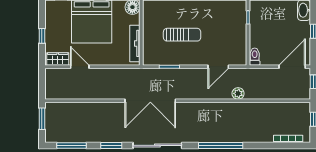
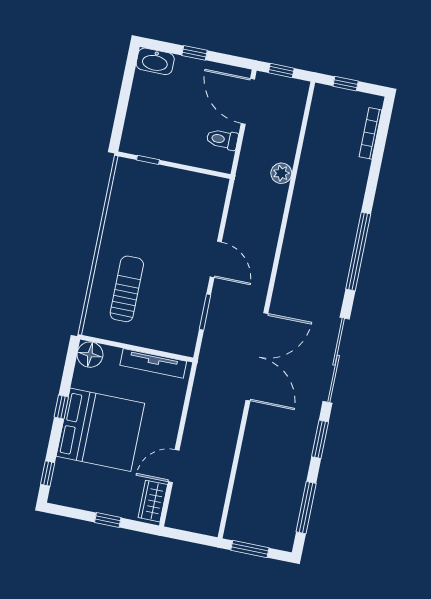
sun lounger: (182, 35) -> (127, 289), moved
toilet: (255, 57) -> (222, 139), moved
door: (218, 67) -> (216, 259), moved
plant: (238, 93) -> (281, 173), moved

